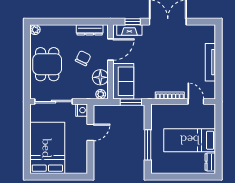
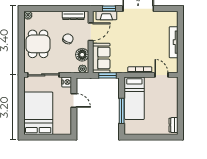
door: (90, 132) -> (74, 100), hinge flipped
bed: (190, 140) -> (134, 98), moved, turned -90

